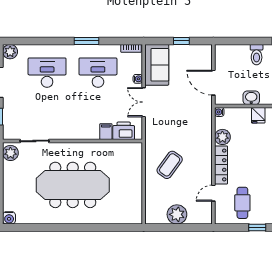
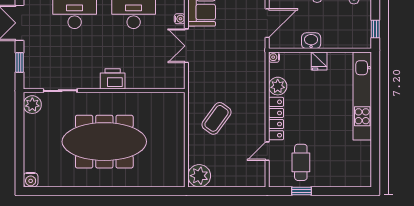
door: (213, 83) -> (267, 23), swing flipped
printer: (124, 131) -> (113, 79), moved
filing cabinet: (106, 132) -> (143, 80), removed
plant: (177, 214) -> (199, 176), moved
window: (257, 227) -> (302, 191), moved

